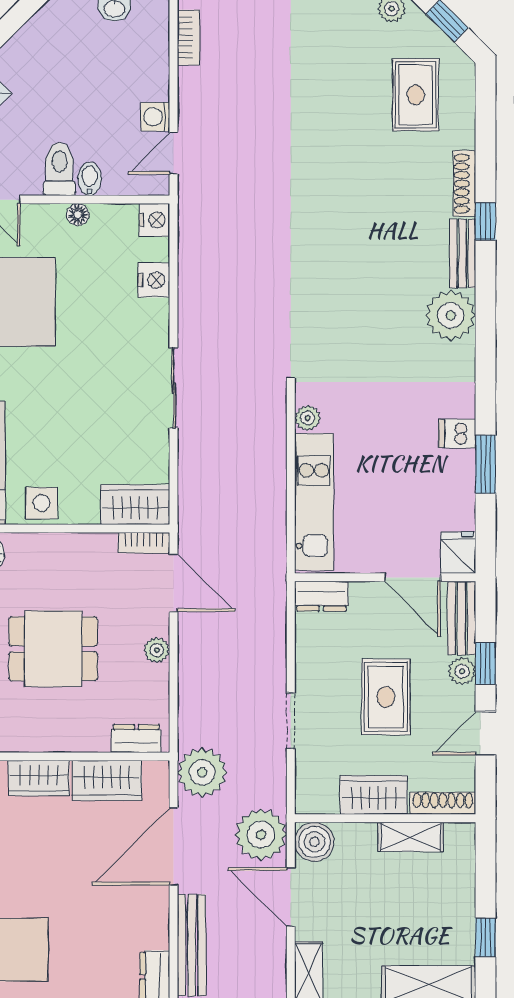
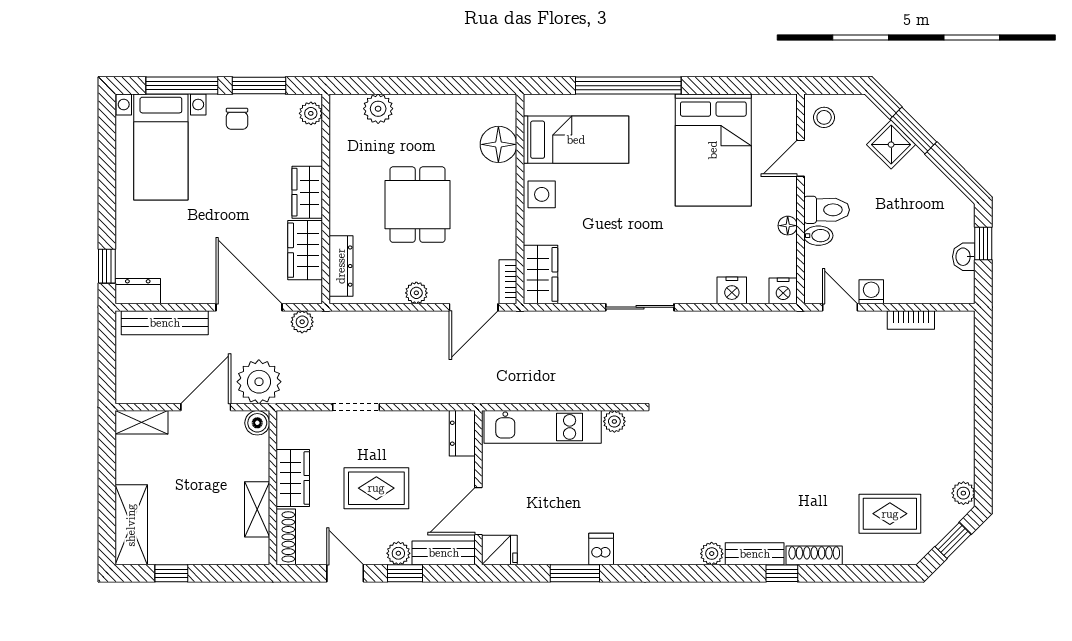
bookcase: (188, 37) -> (911, 320), moved
plant: (451, 315) -> (712, 554), width x0.53, depth x0.53
dresser: (136, 739) -> (341, 266), width x1.44
plant: (202, 772) -> (302, 322), width x0.53, depth x0.53
boiler: (314, 842) -> (257, 423), width x0.73, depth x0.73

